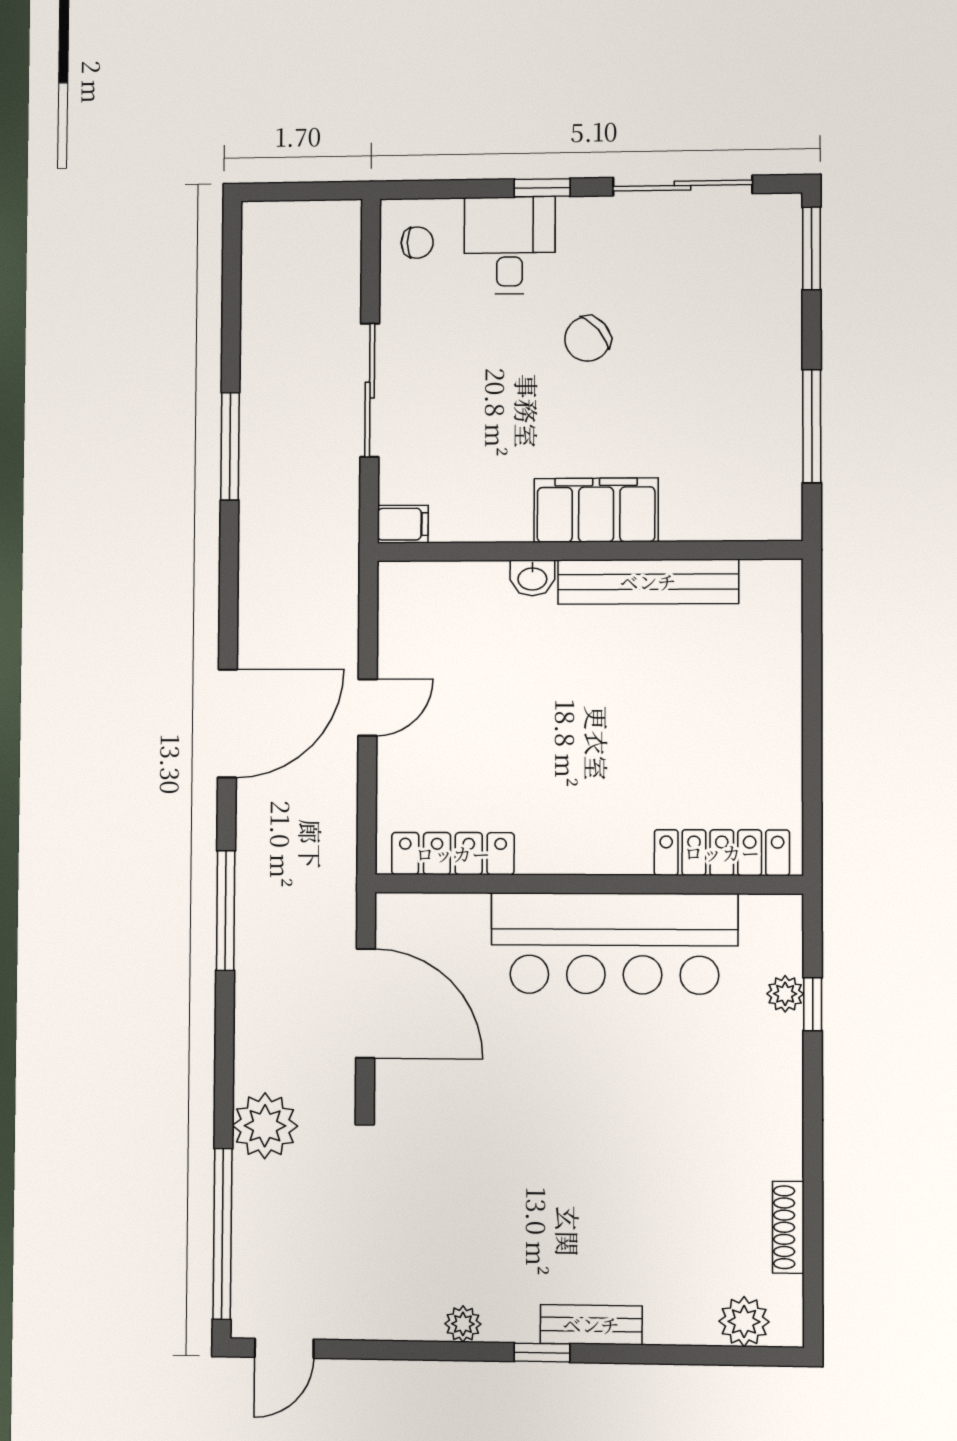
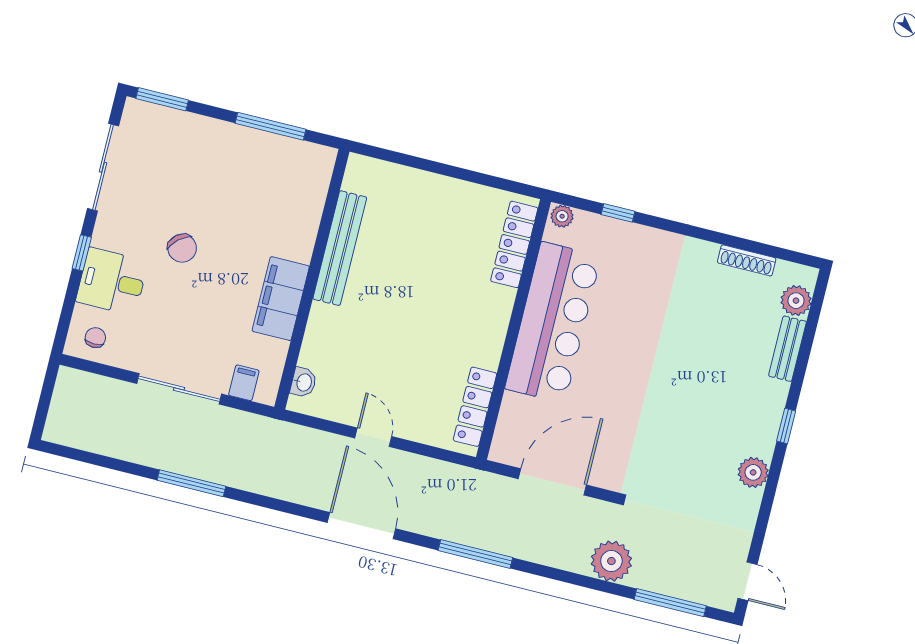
filing cabinet: (596, 510) -> (281, 299), moved
filing cabinet: (403, 524) -> (244, 383), moved
washbasin: (532, 578) -> (304, 382), moved
plant: (785, 994) -> (562, 216), moved
window: (222, 1234) -> (670, 603), width x0.68
plant: (463, 1324) -> (753, 472), width x1.38, depth x1.38
bench: (591, 1325) -> (787, 349), moved

